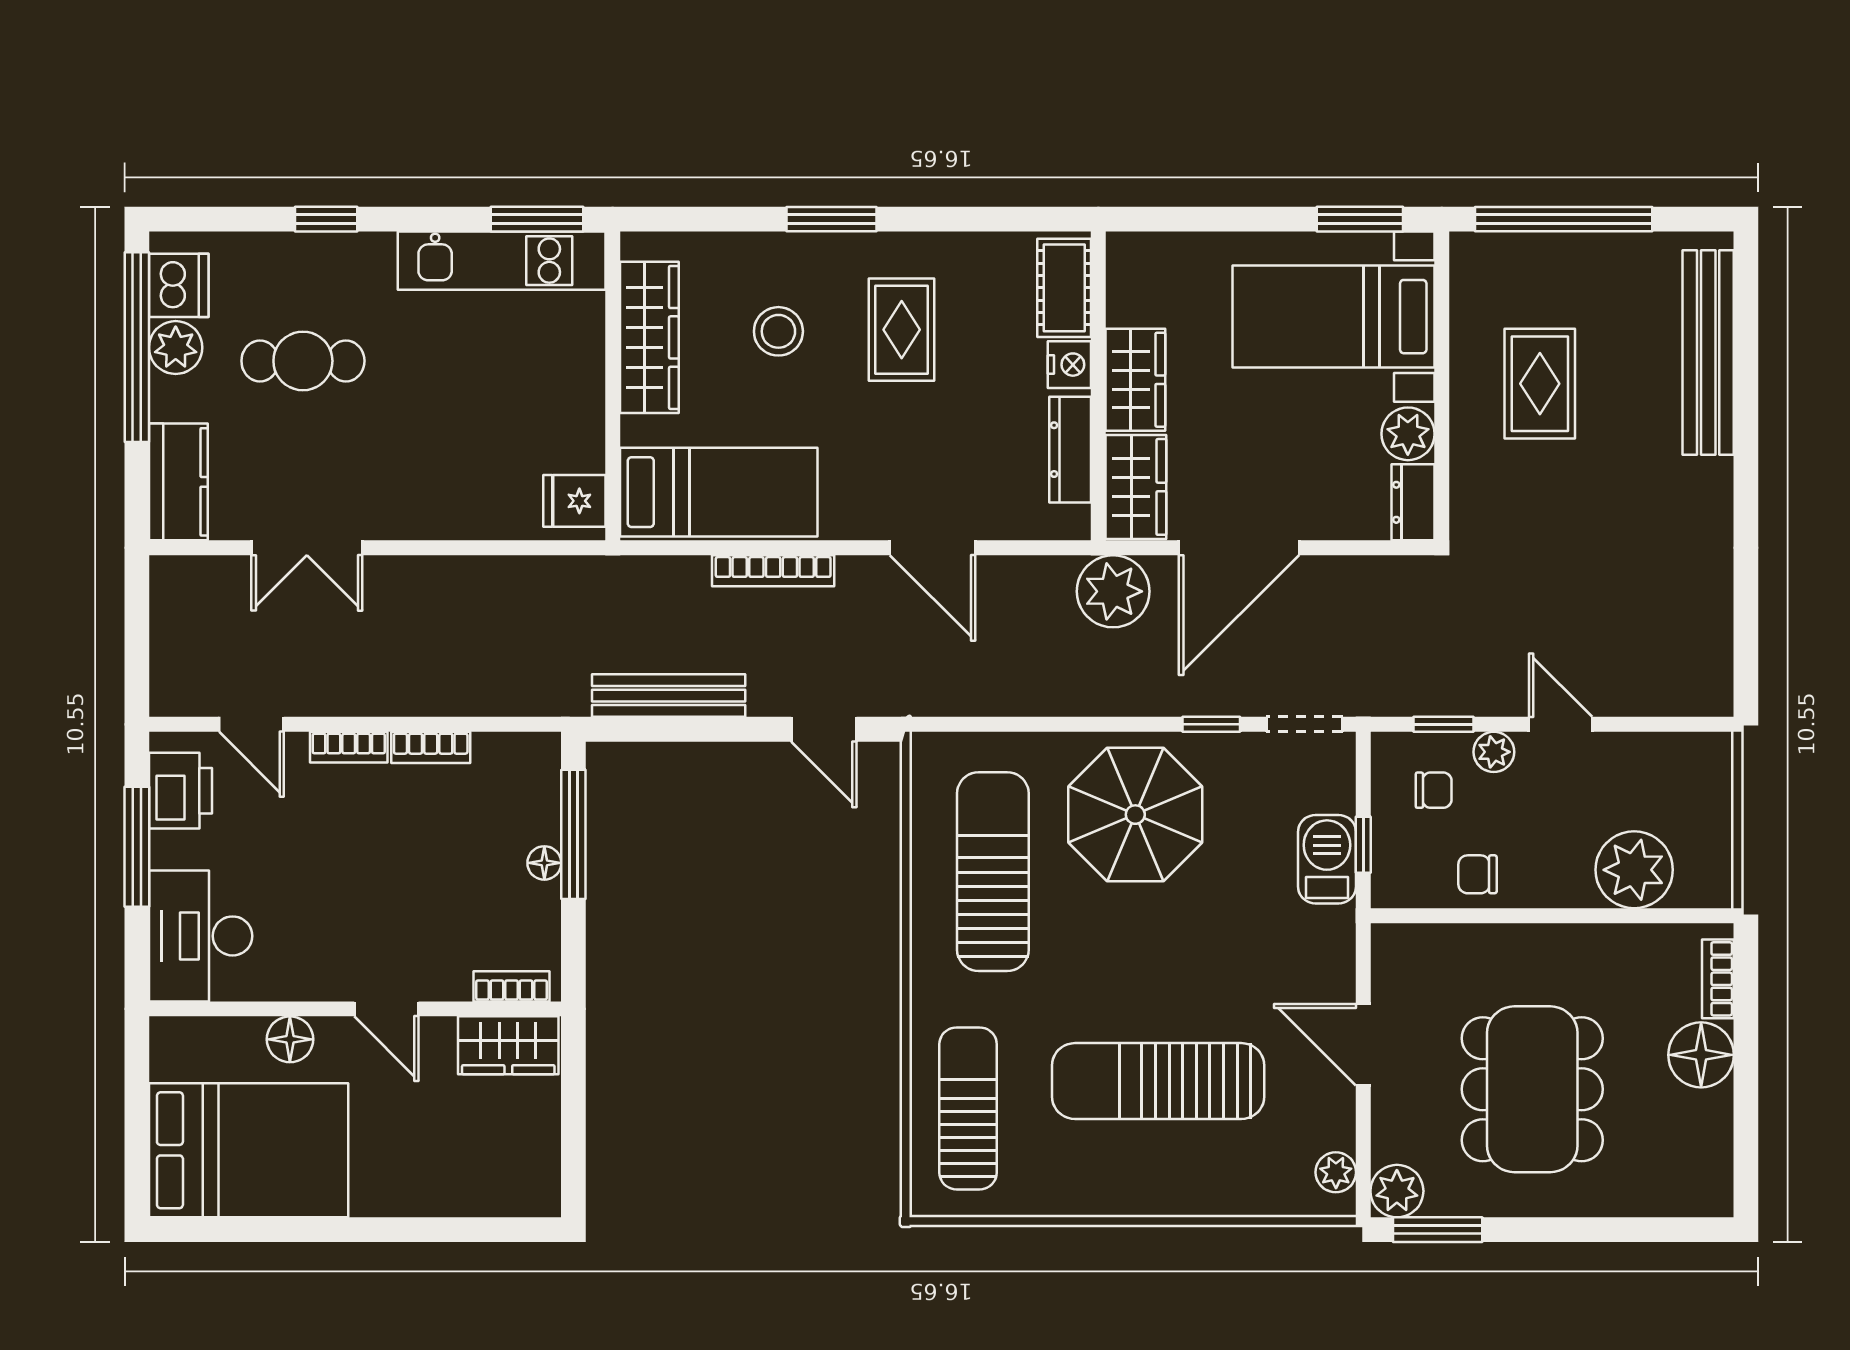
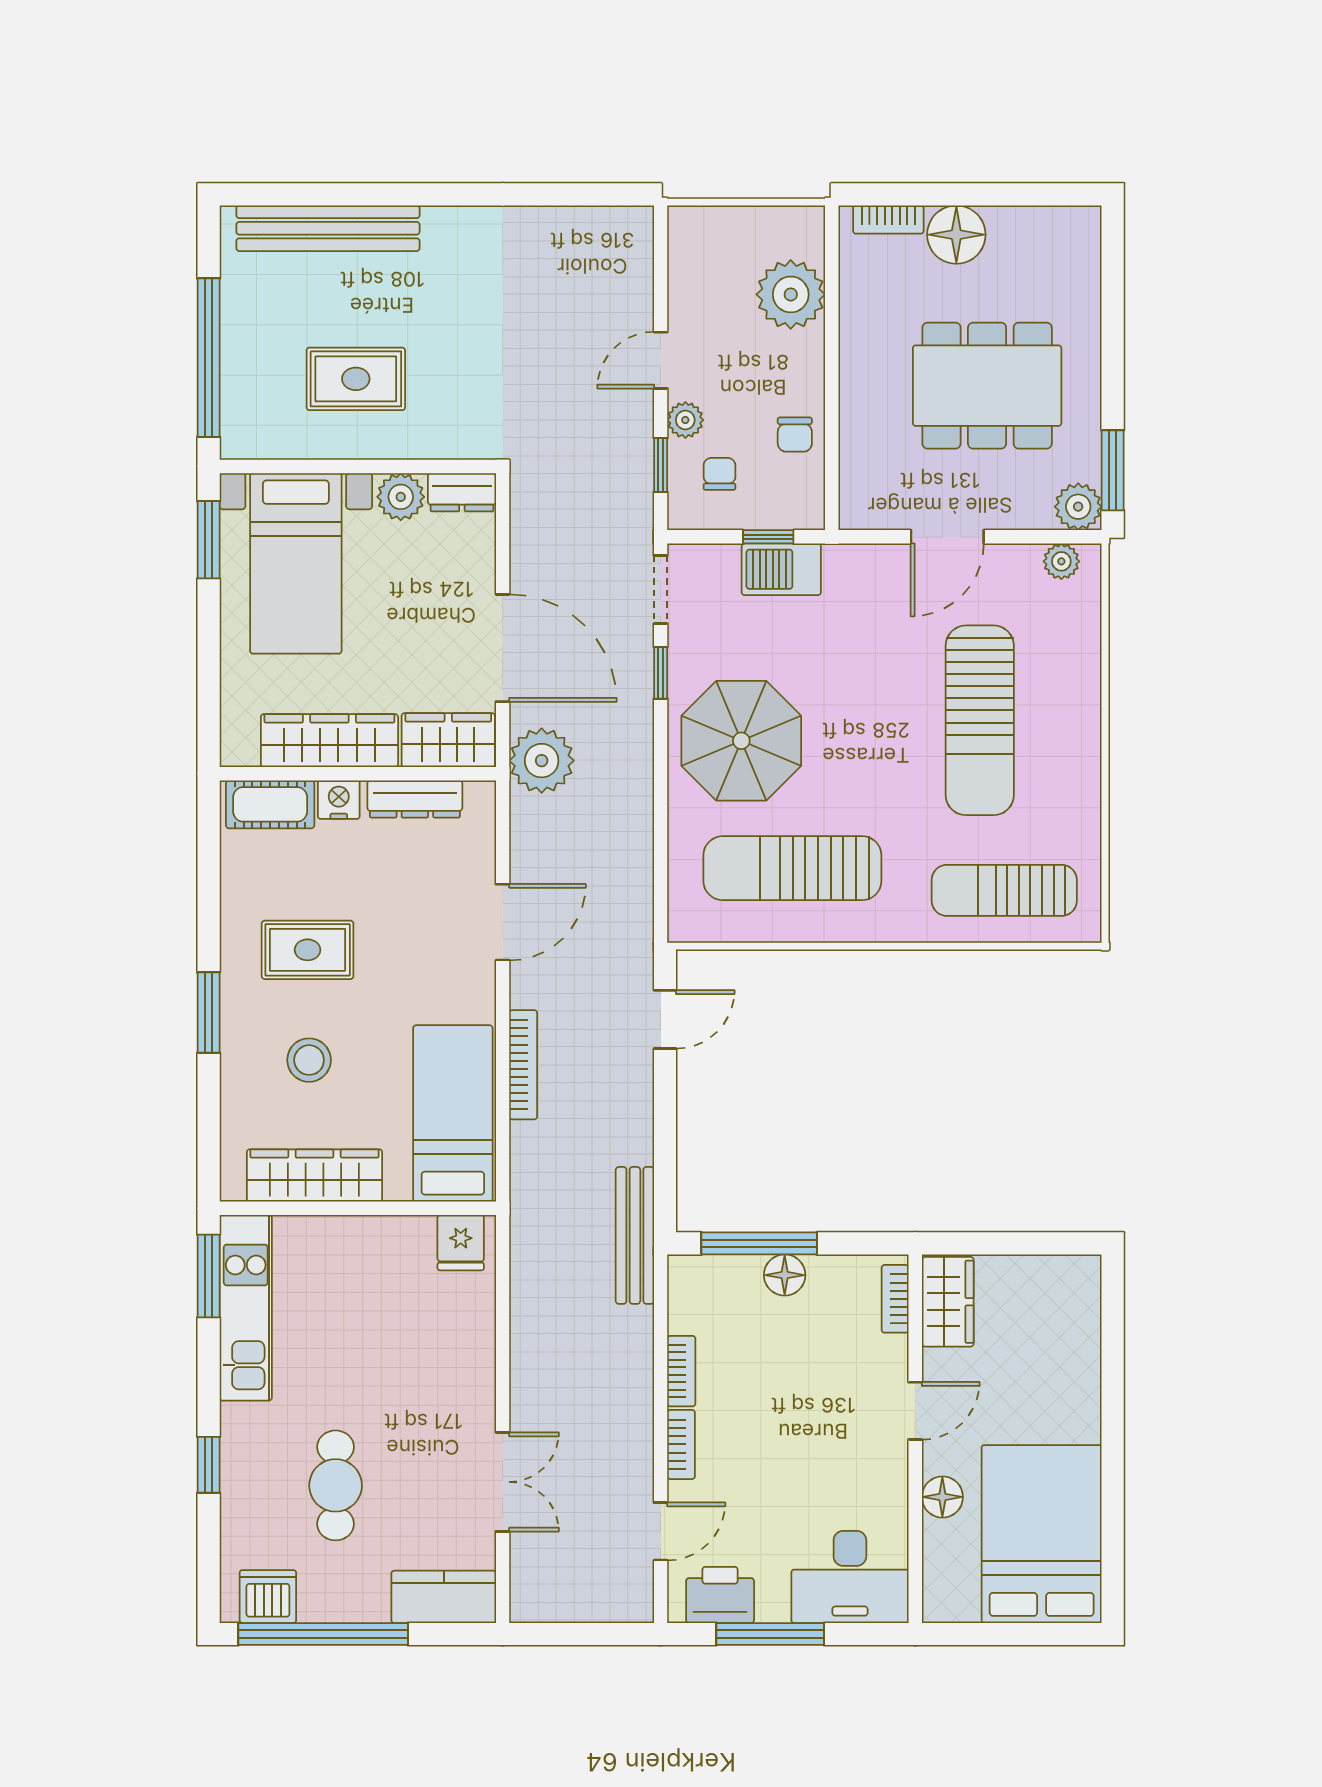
plant: (176, 348) -> (323, 1599), removed
wardrobe: (1135, 380) -> (329, 741), width x1.50
bench: (669, 696) -> (635, 1235), moved
floor lamp: (544, 863) -> (785, 1275), width x1.37, depth x1.37

